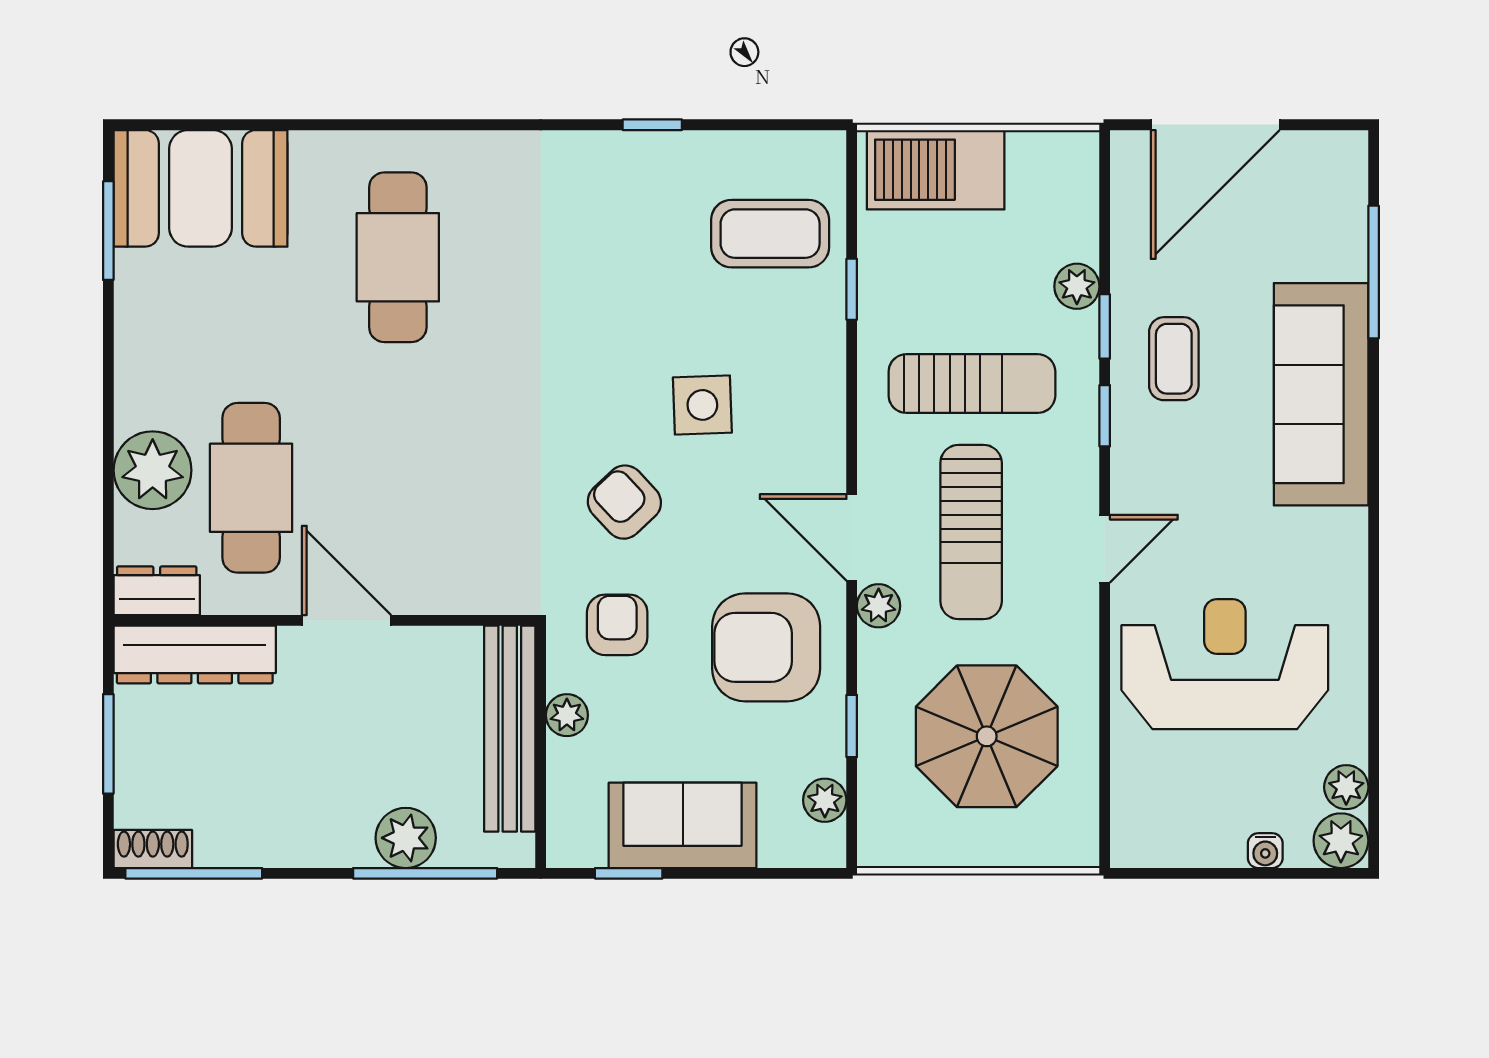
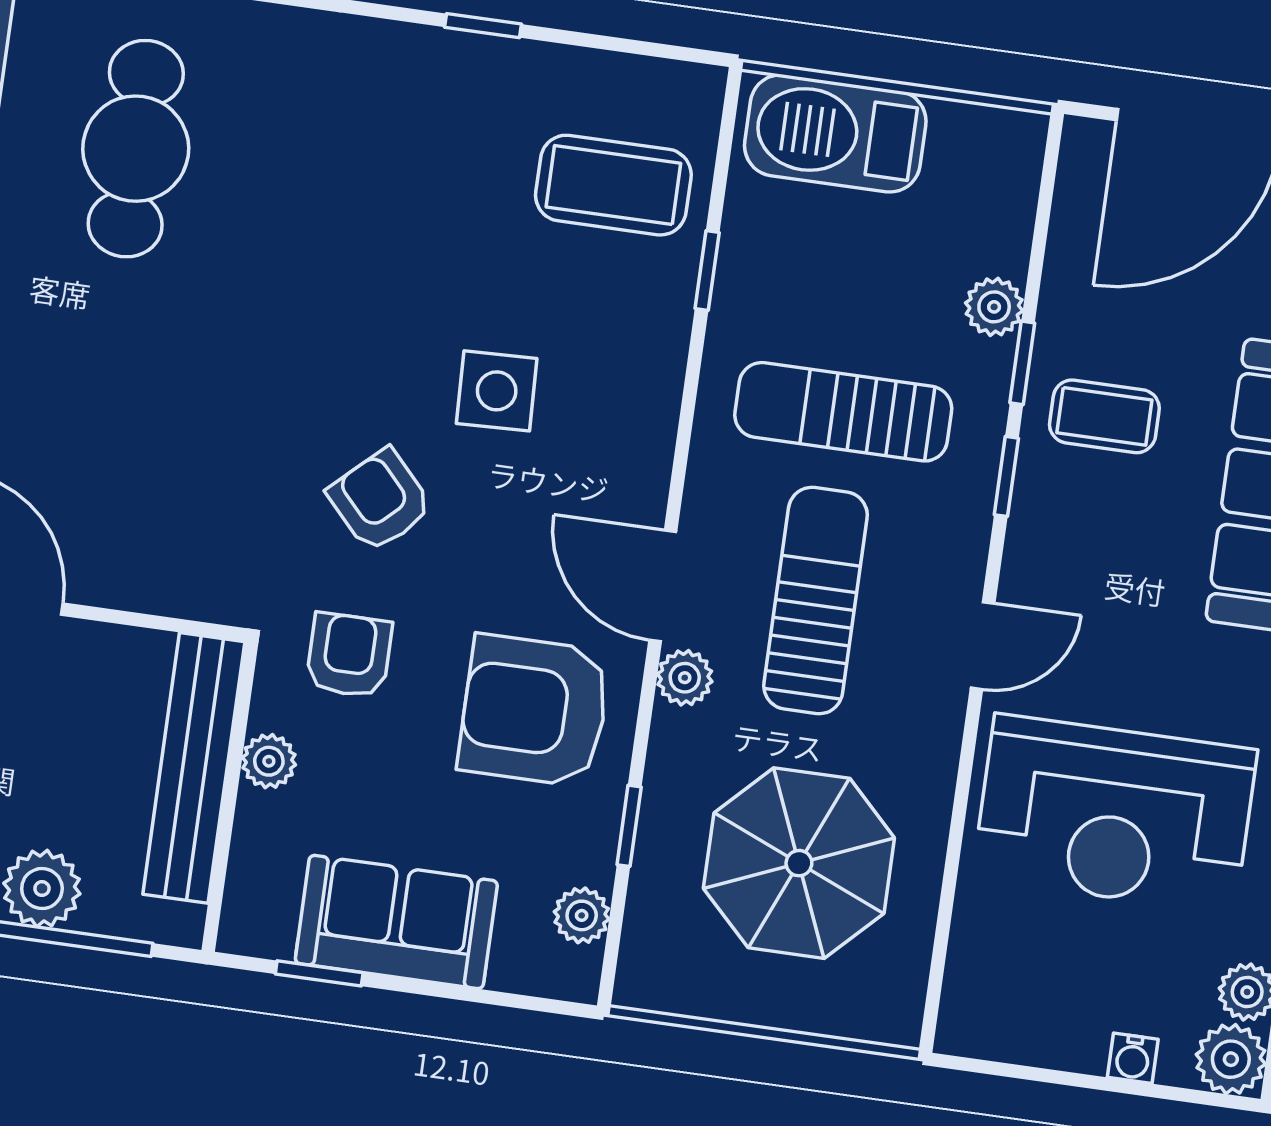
coffee table: (1174, 359) -> (1104, 416), turned 90
sun lounger: (972, 384) -> (843, 412), turned 180
sun lounger: (971, 532) -> (816, 600), turned 180
reception desk: (1225, 664) -> (1115, 814), turned 180

